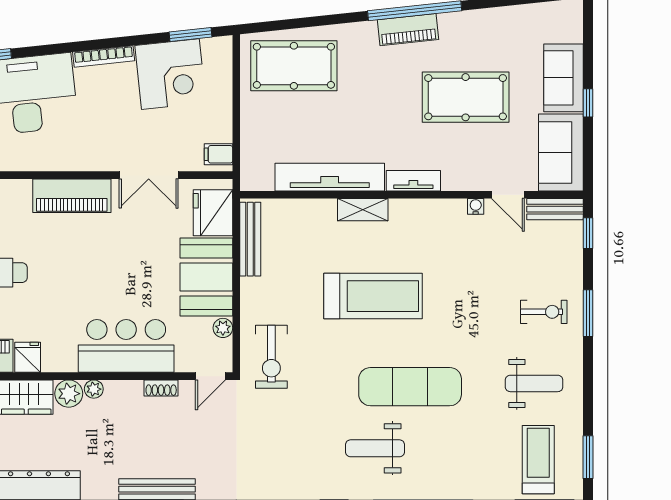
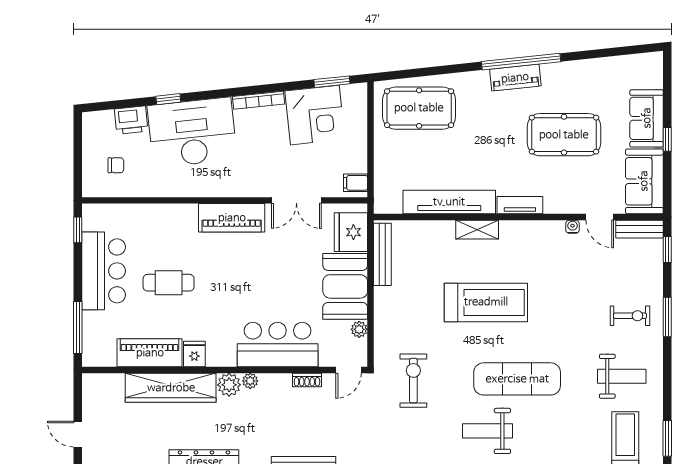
exercise bike: (271, 357) -> (413, 381), moved, turned 180

